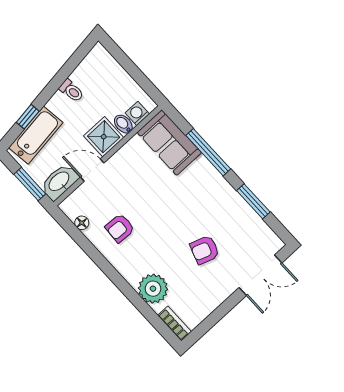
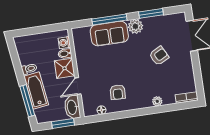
window: (28, 117) -> (27, 101), width x2.17
bathtub: (36, 135) -> (36, 91), moved
sofa: (169, 143) -> (109, 34), moved
plant: (222, 193) -> (135, 26), added
armchair: (205, 250) -> (159, 56), turned -136
plant: (153, 289) -> (157, 101), width x0.53, depth x0.53

